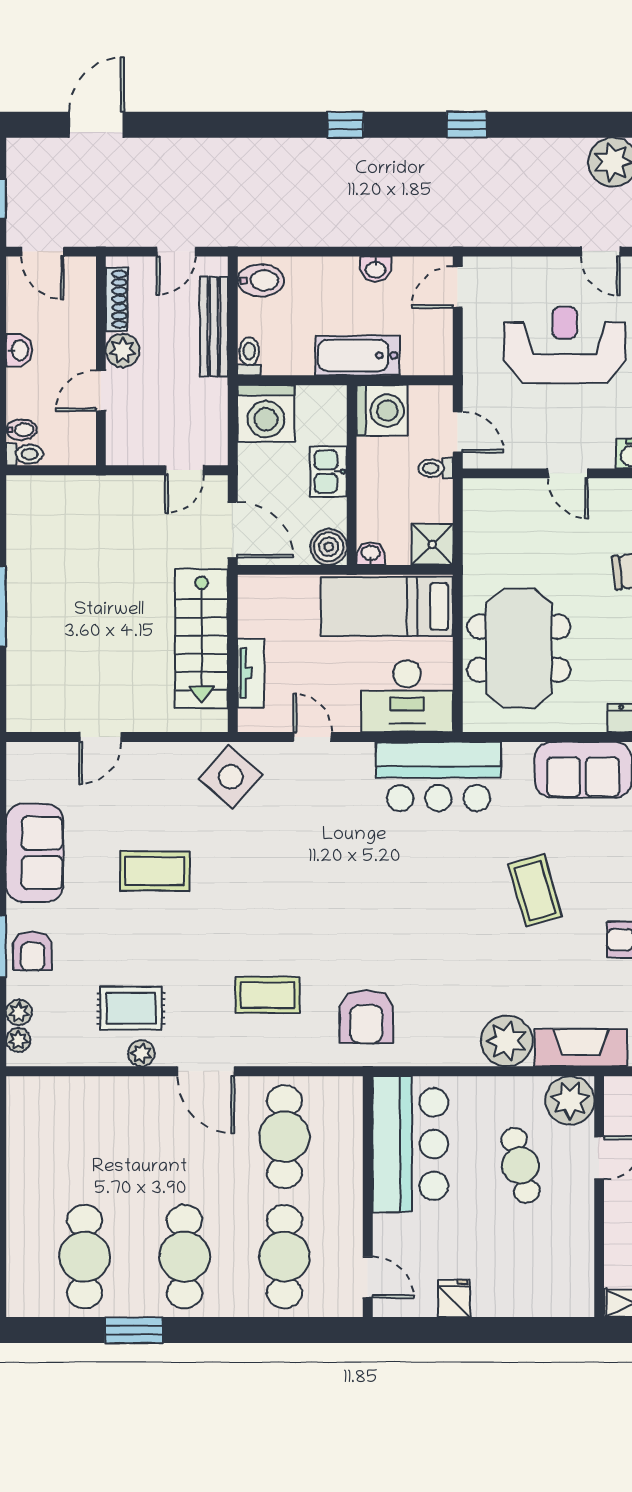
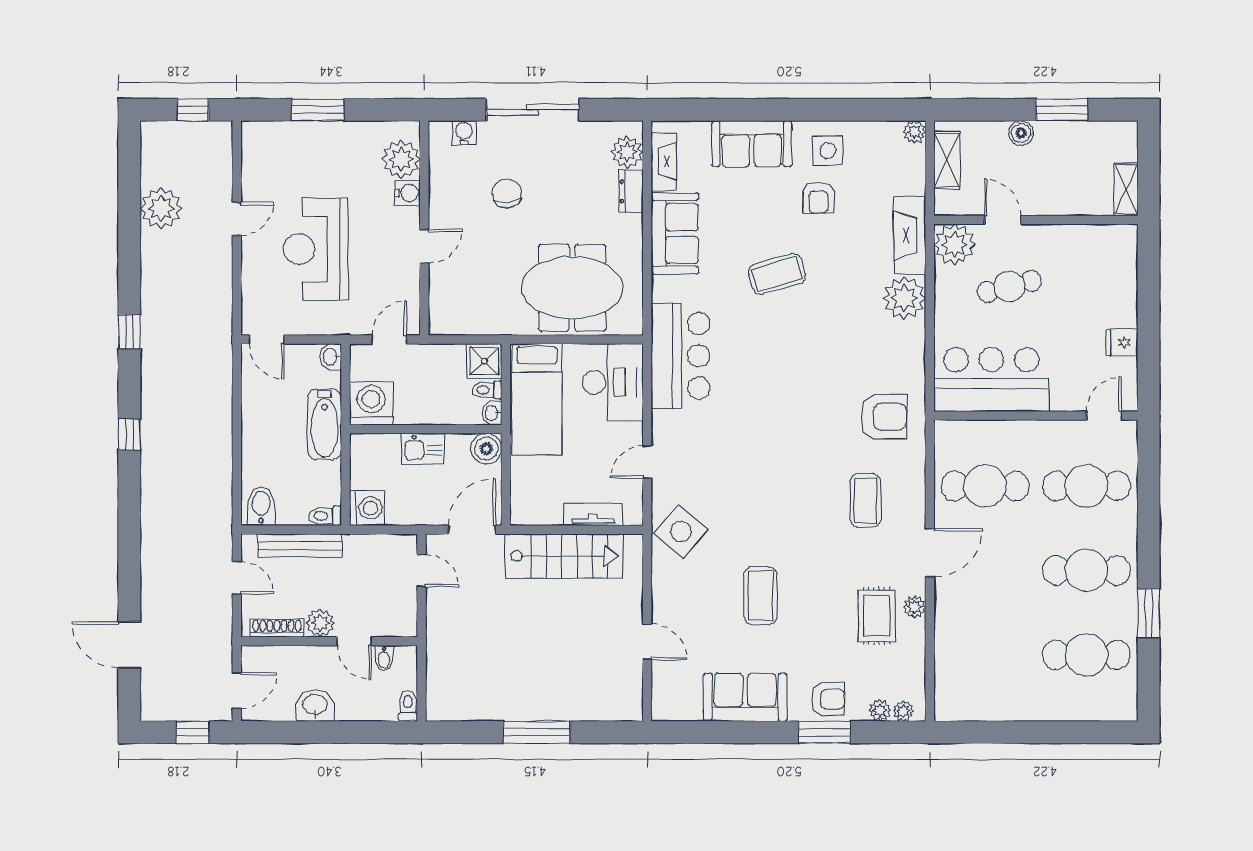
washbasin: (375, 269) -> (331, 357), moved, turned 180
washbasin: (19, 350) -> (315, 705), width x1.38, depth x1.45
washing machine: (266, 413) -> (367, 508), width x0.73, depth x0.73
bidet: (21, 430) -> (384, 658), moved, turned 180
toilet: (436, 468) -> (487, 390), moved, turned 90

